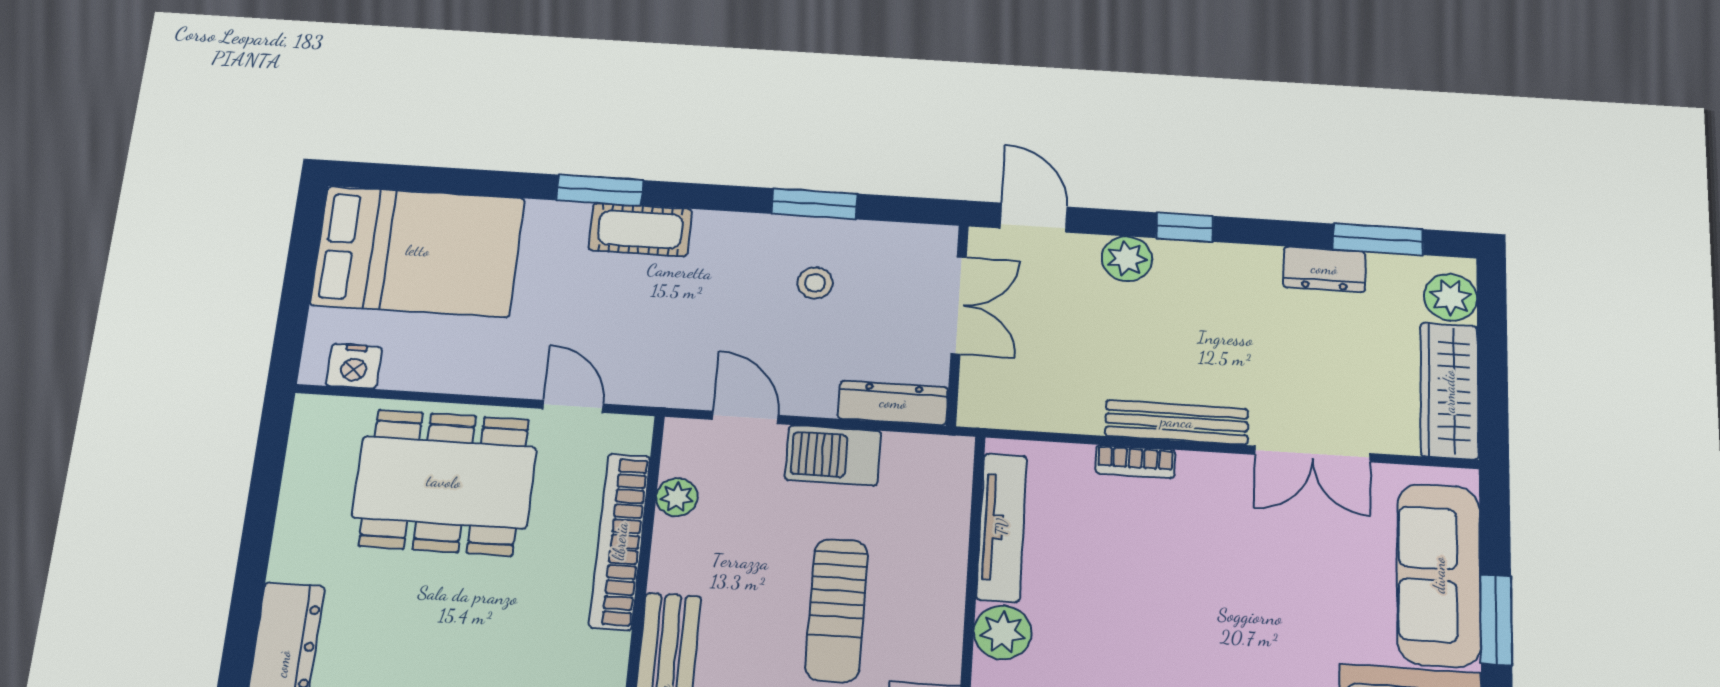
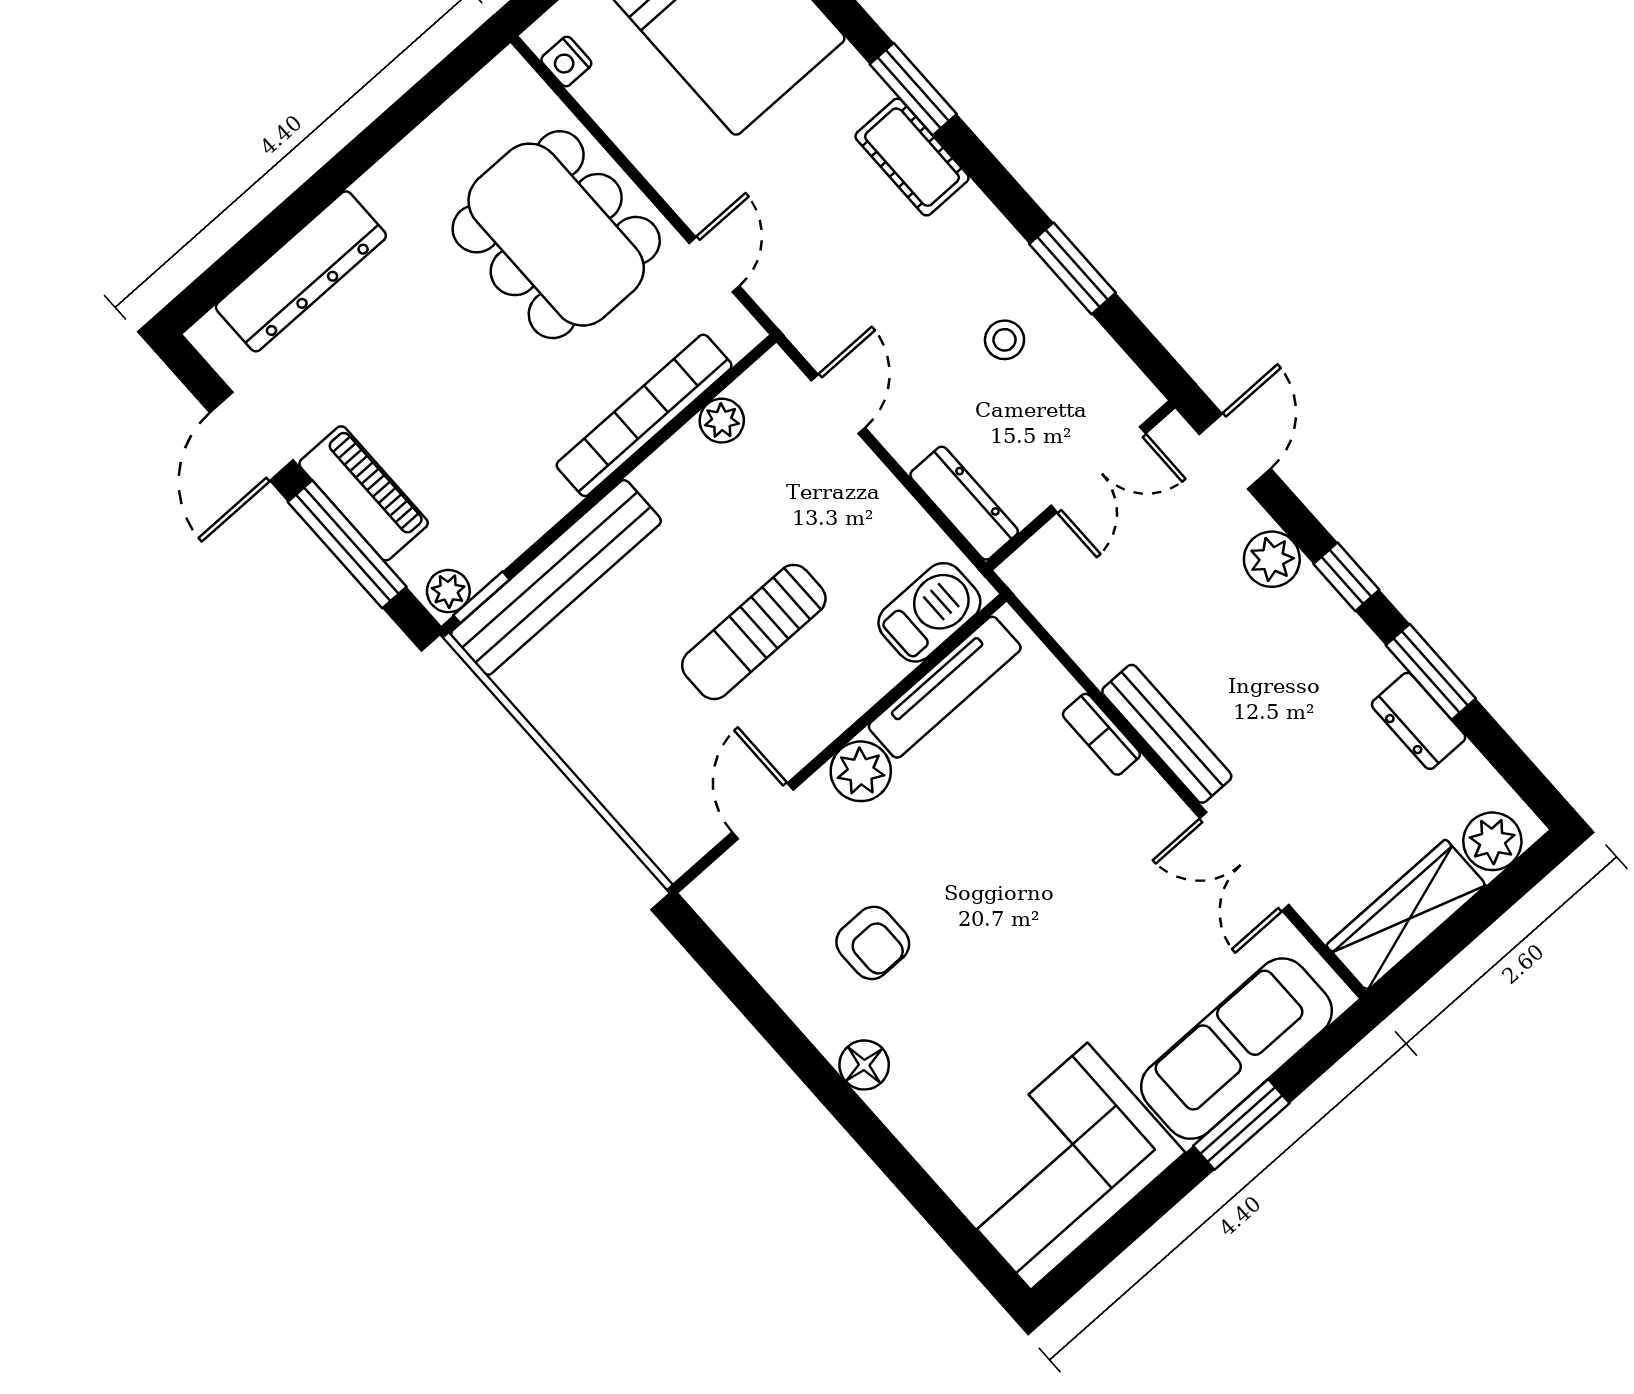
window: (1378, 239) -> (1431, 672), moved
nightstand: (354, 366) -> (566, 62), width x0.72, depth x0.74
barbecue: (833, 455) -> (929, 612), moved, turned 90

